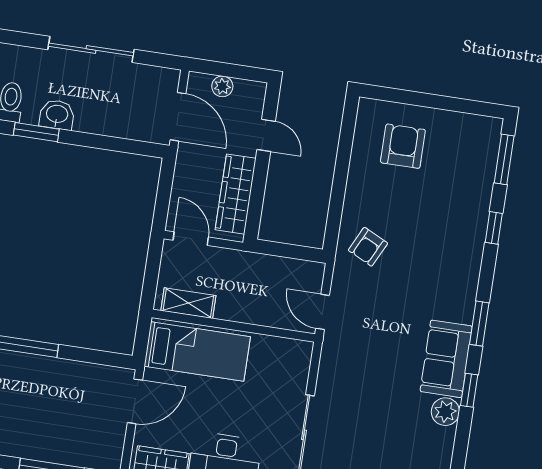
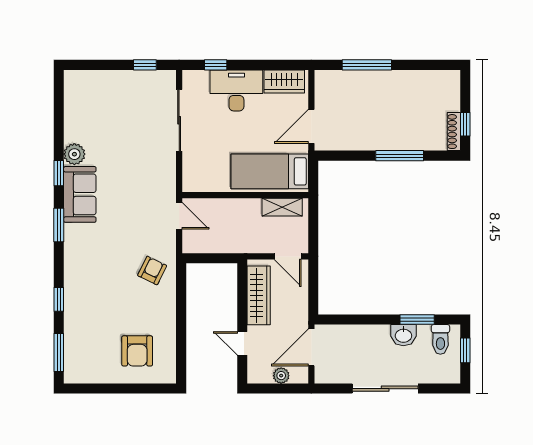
door: (178, 117) -> (311, 347), hinge flipped

